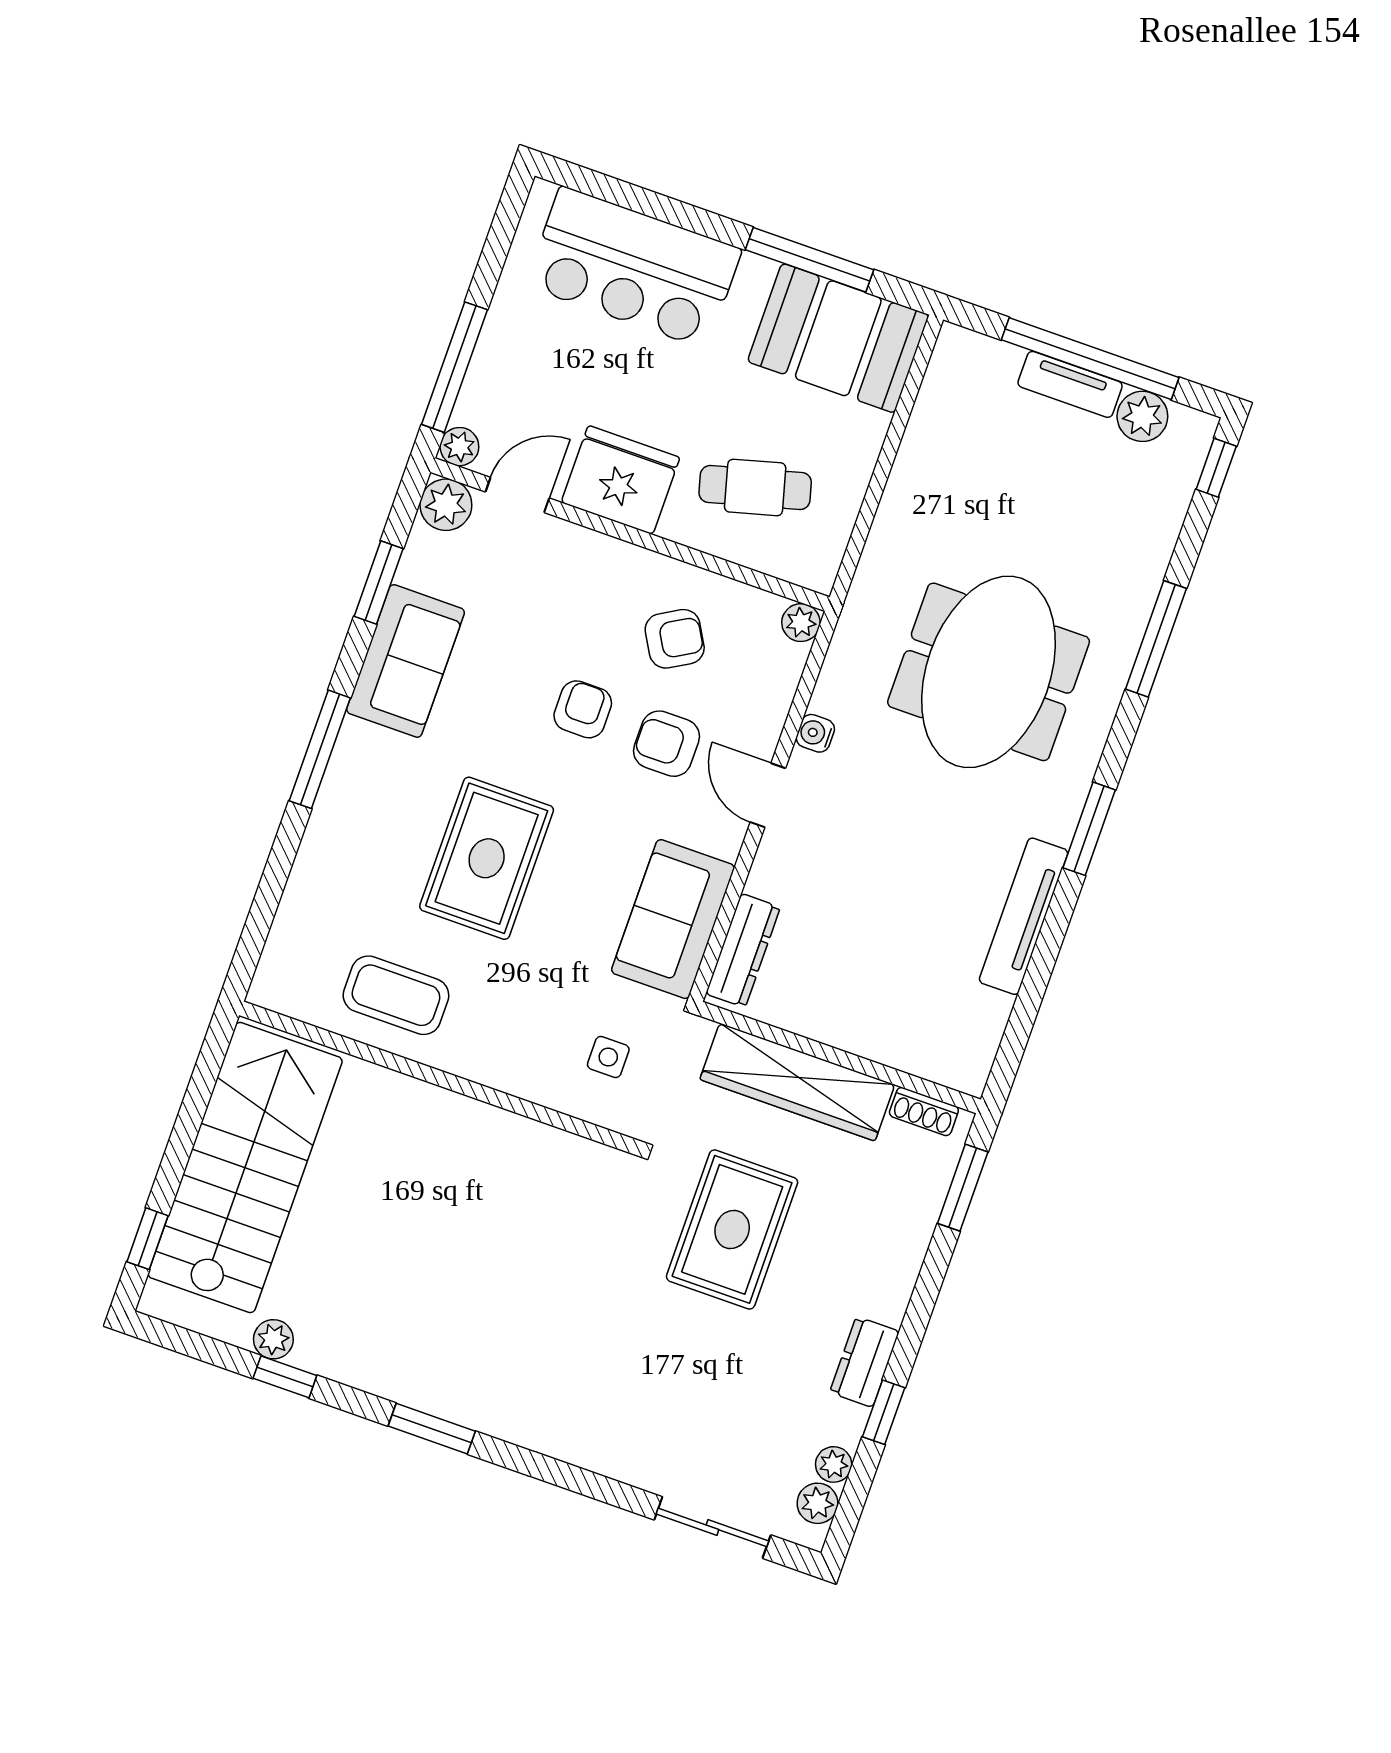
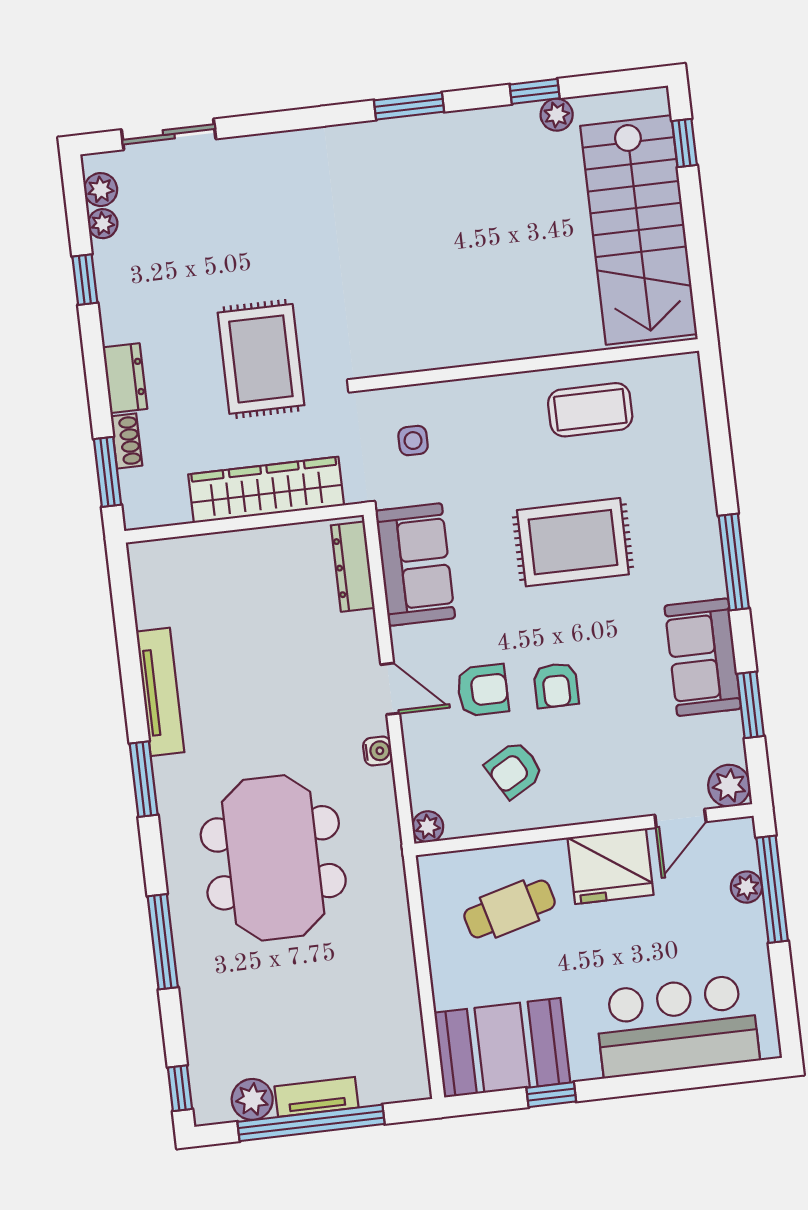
window: (810, 260) -> (551, 1095), width x0.46
plant: (459, 447) -> (746, 887), moved
rug: (487, 858) -> (573, 542), turned 90
shoe rack: (924, 1111) -> (127, 441), moved, turned 90
dresser: (864, 1362) -> (125, 378), moved

